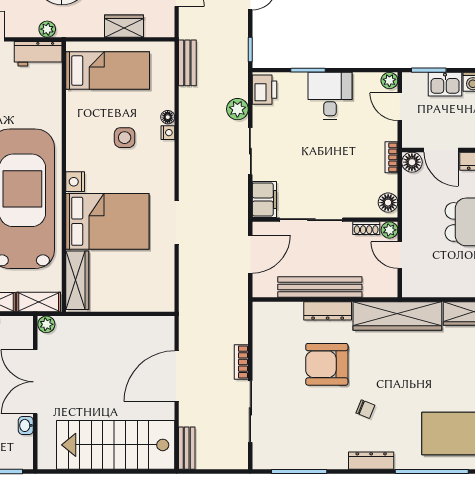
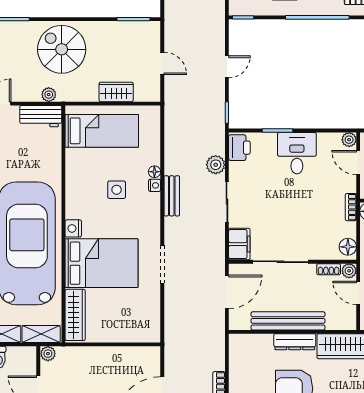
bench: (187, 63) -> (172, 196), moved

